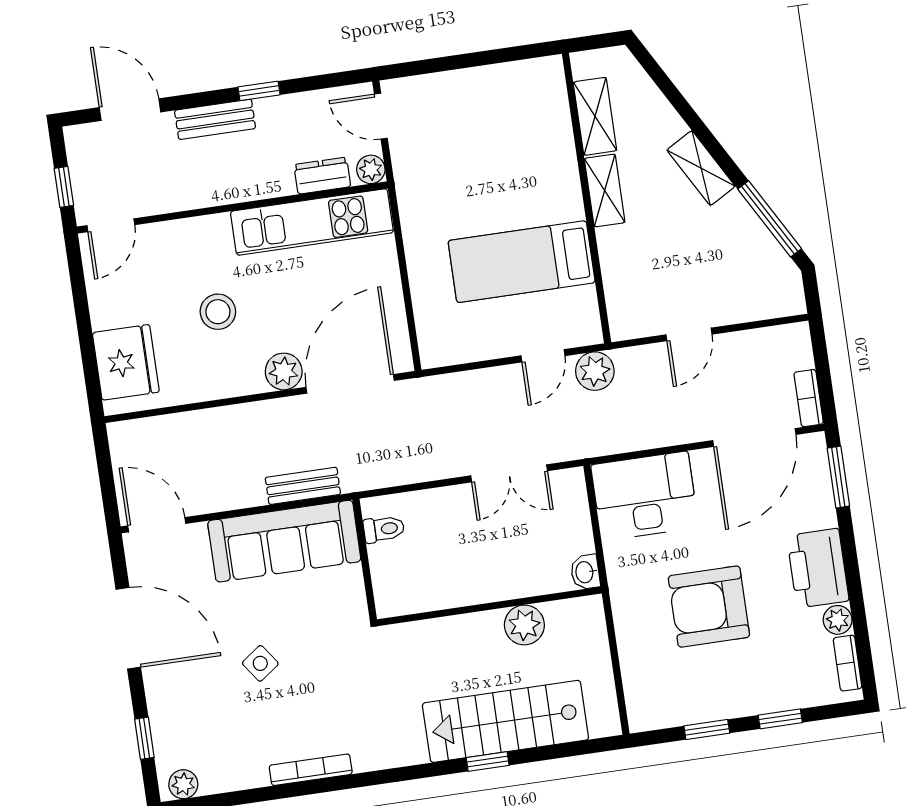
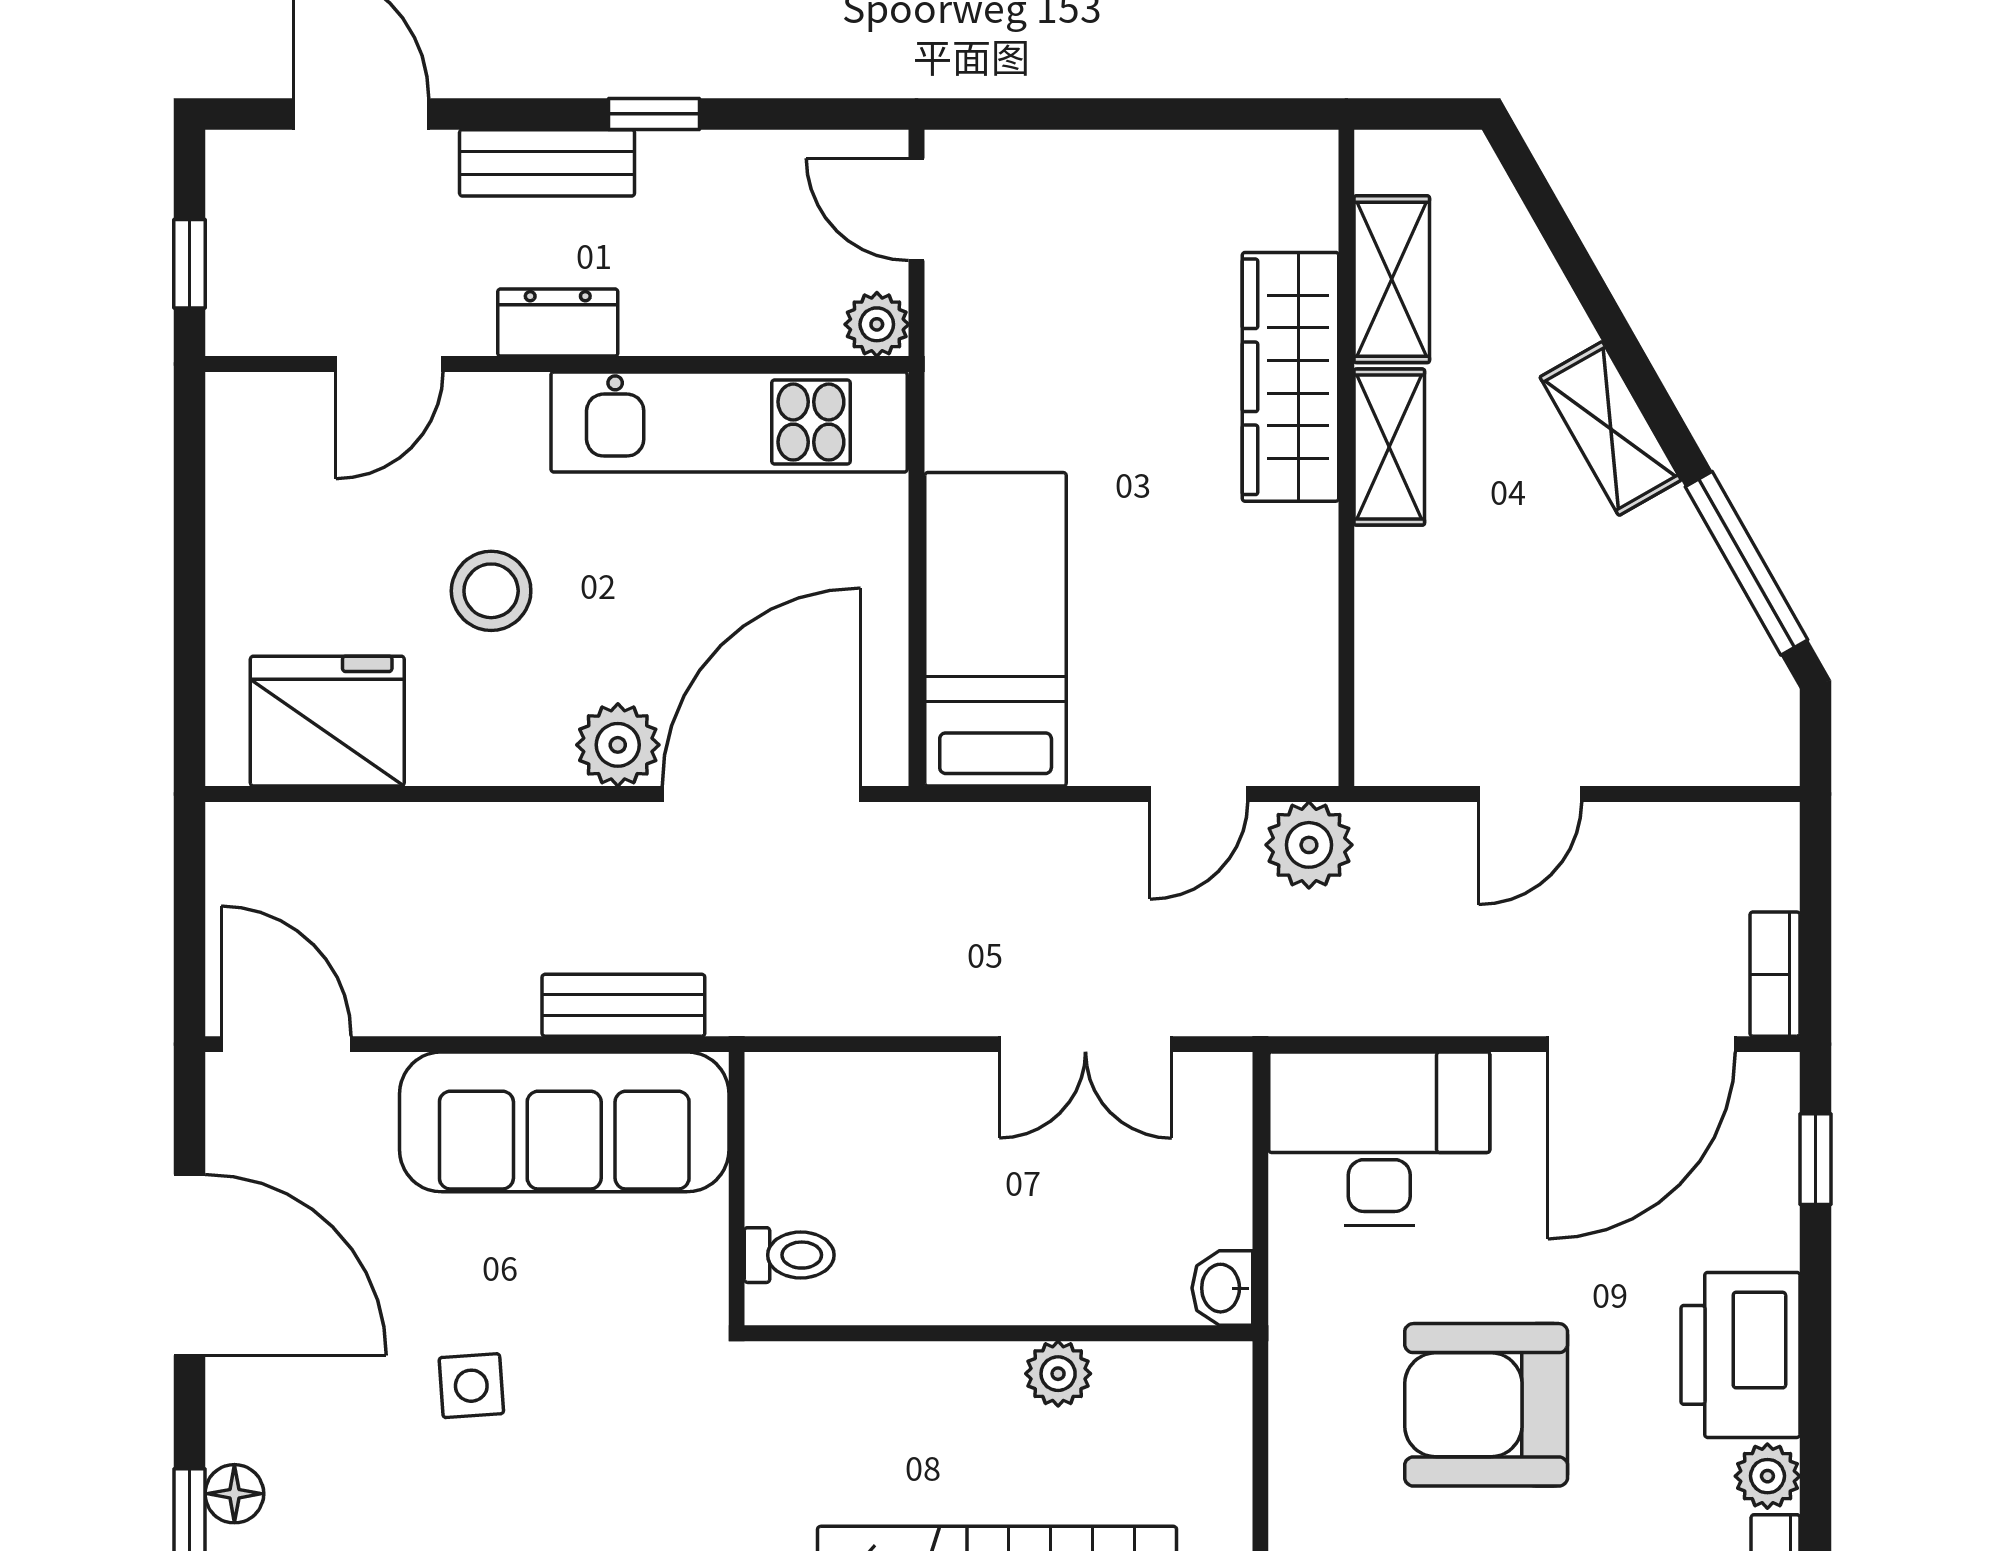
wardrobe: (557, 166) -> (1290, 377), added
dresser: (322, 176) -> (558, 323), moved
door: (111, 225) -> (389, 364), moved
bed: (522, 262) -> (996, 629), moved, turned 90
fridge: (126, 362) -> (327, 721), moved, turned -90
window: (838, 477) -> (1815, 1159), width x0.67
toilet: (384, 529) -> (789, 1255), moved
plant: (524, 625) -> (1058, 1374), width x0.73, depth x0.73
side table: (260, 663) -> (471, 1386), turned 32
floor lamp: (163, 726) -> (234, 1494), added

